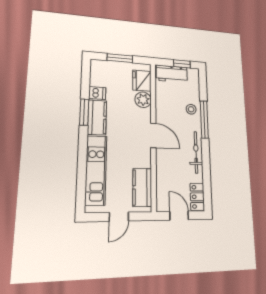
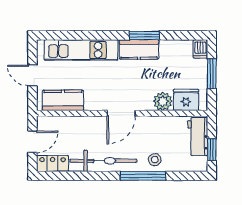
dishwasher: (97, 93) -> (200, 49), moved
bicycle: (196, 152) -> (103, 161), width x1.37, depth x1.40

